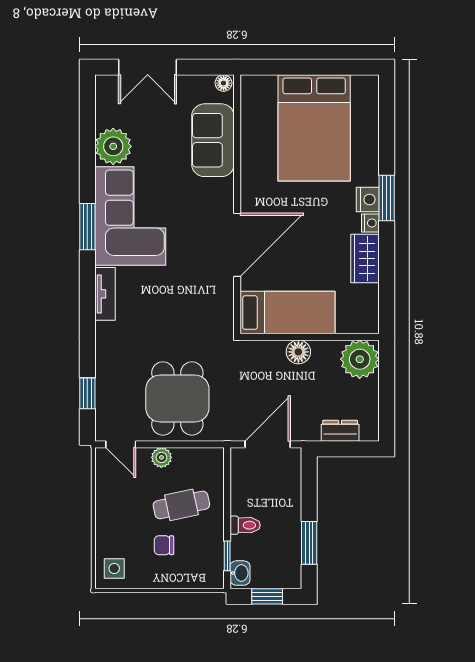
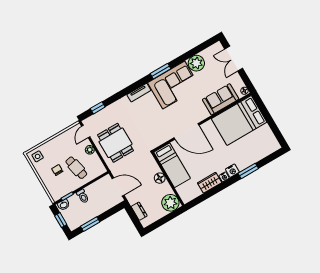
bed: (314, 128) -> (239, 120), moved
window: (387, 198) -> (248, 171), moved
dining table: (177, 398) -> (116, 143), turned 90

